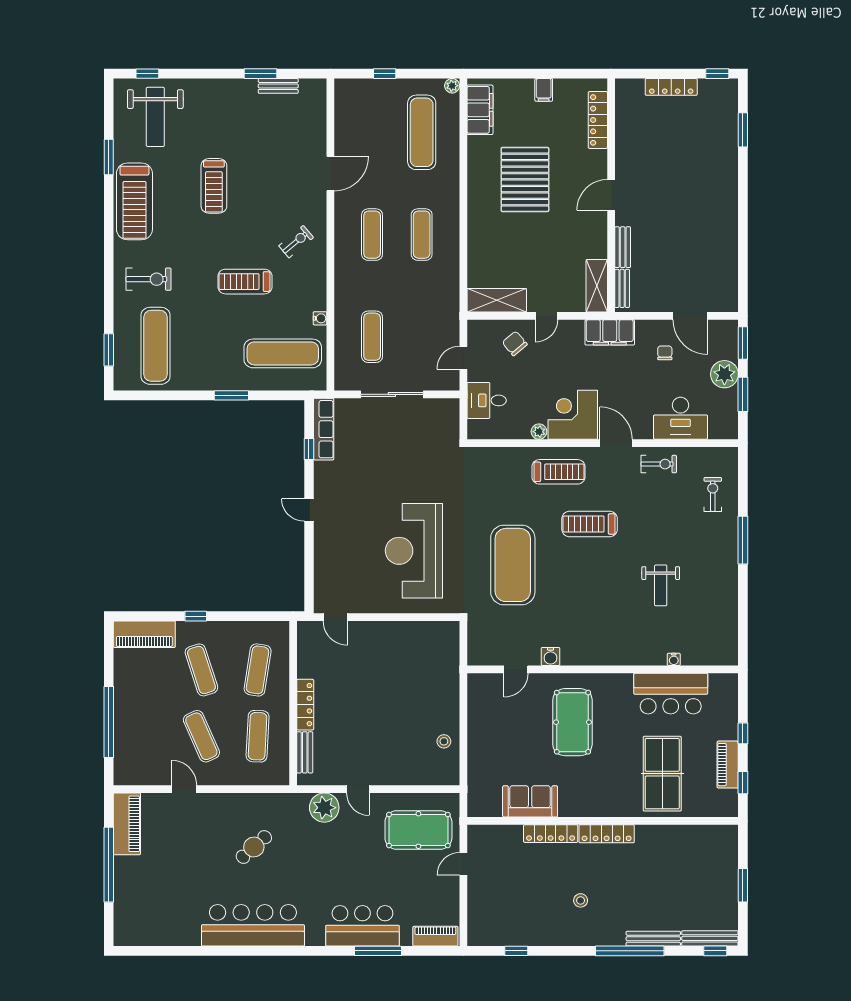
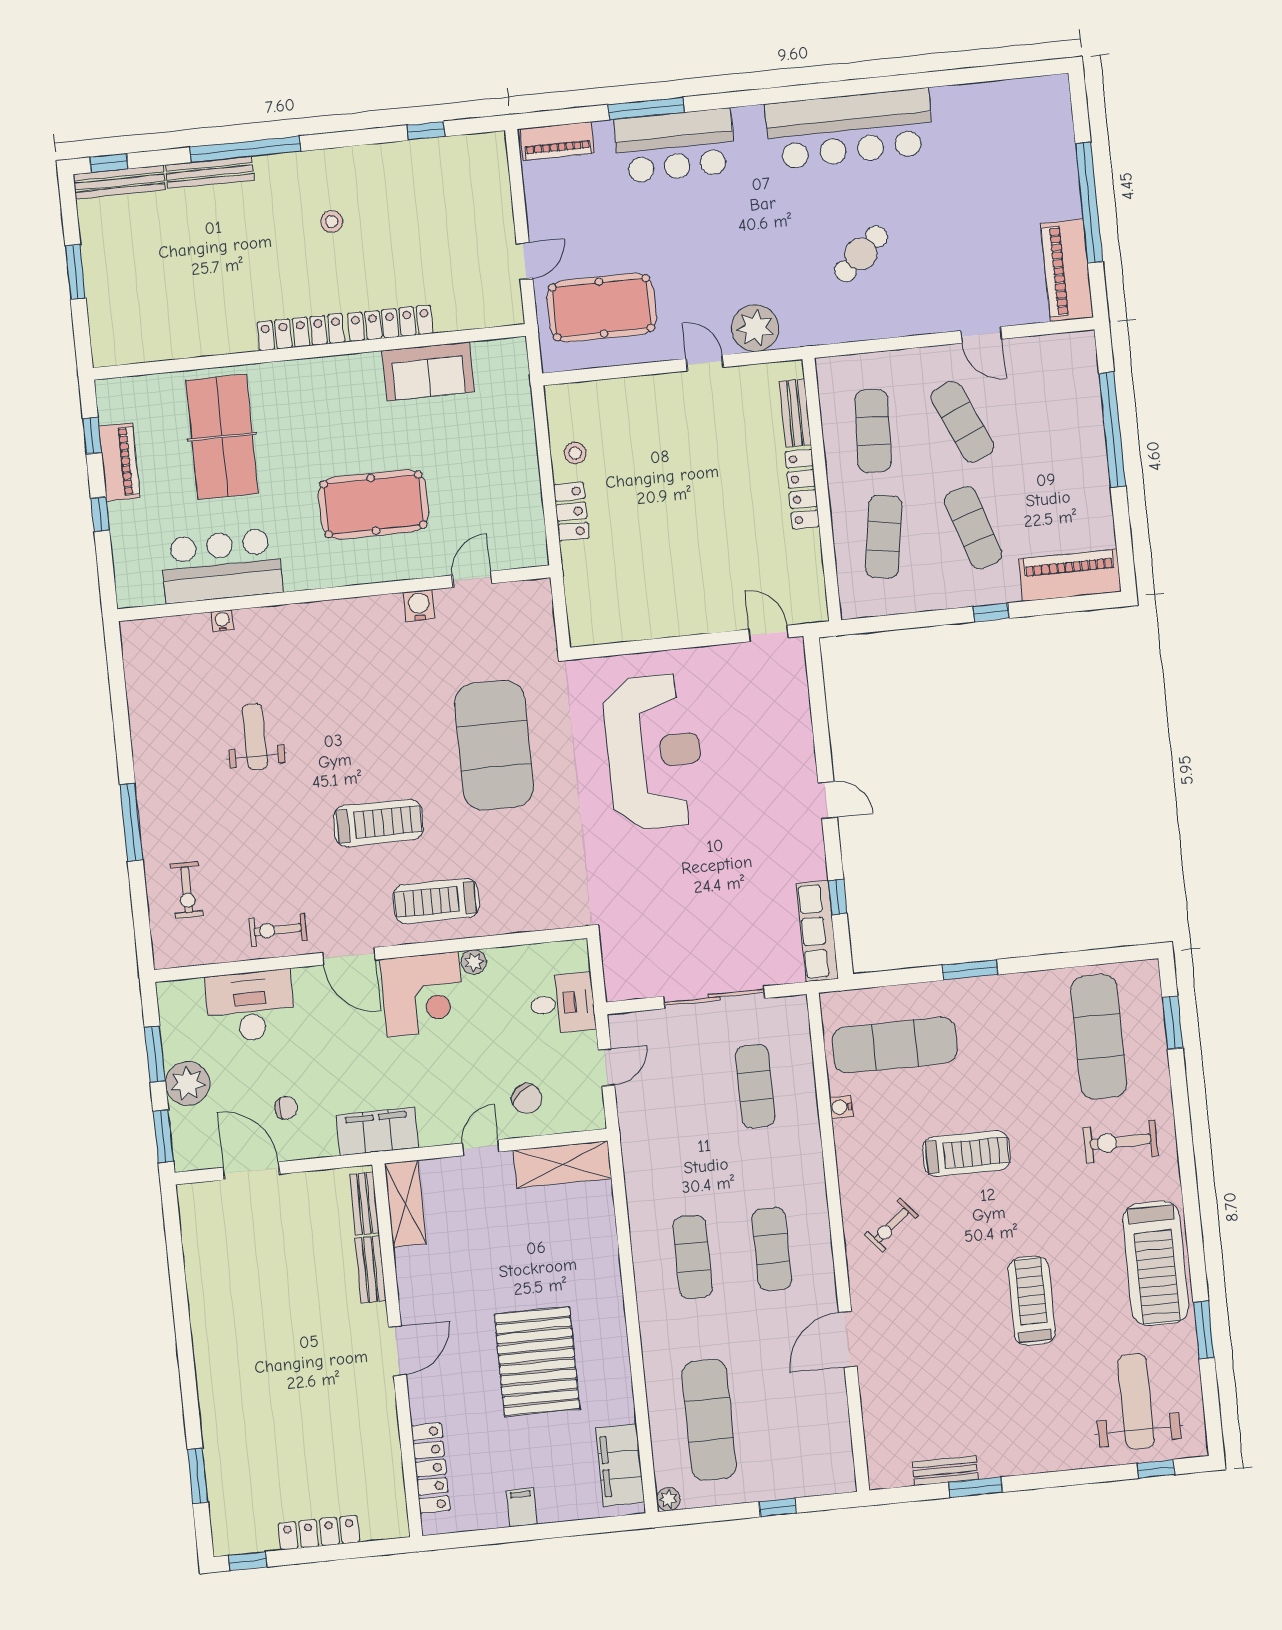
treadmill: (134, 201) -> (1156, 1263), turned 180
chair: (665, 353) -> (286, 1108), turned -93
locker: (450, 705) -> (571, 512), added
pool table: (572, 722) -> (373, 504), turned 90

